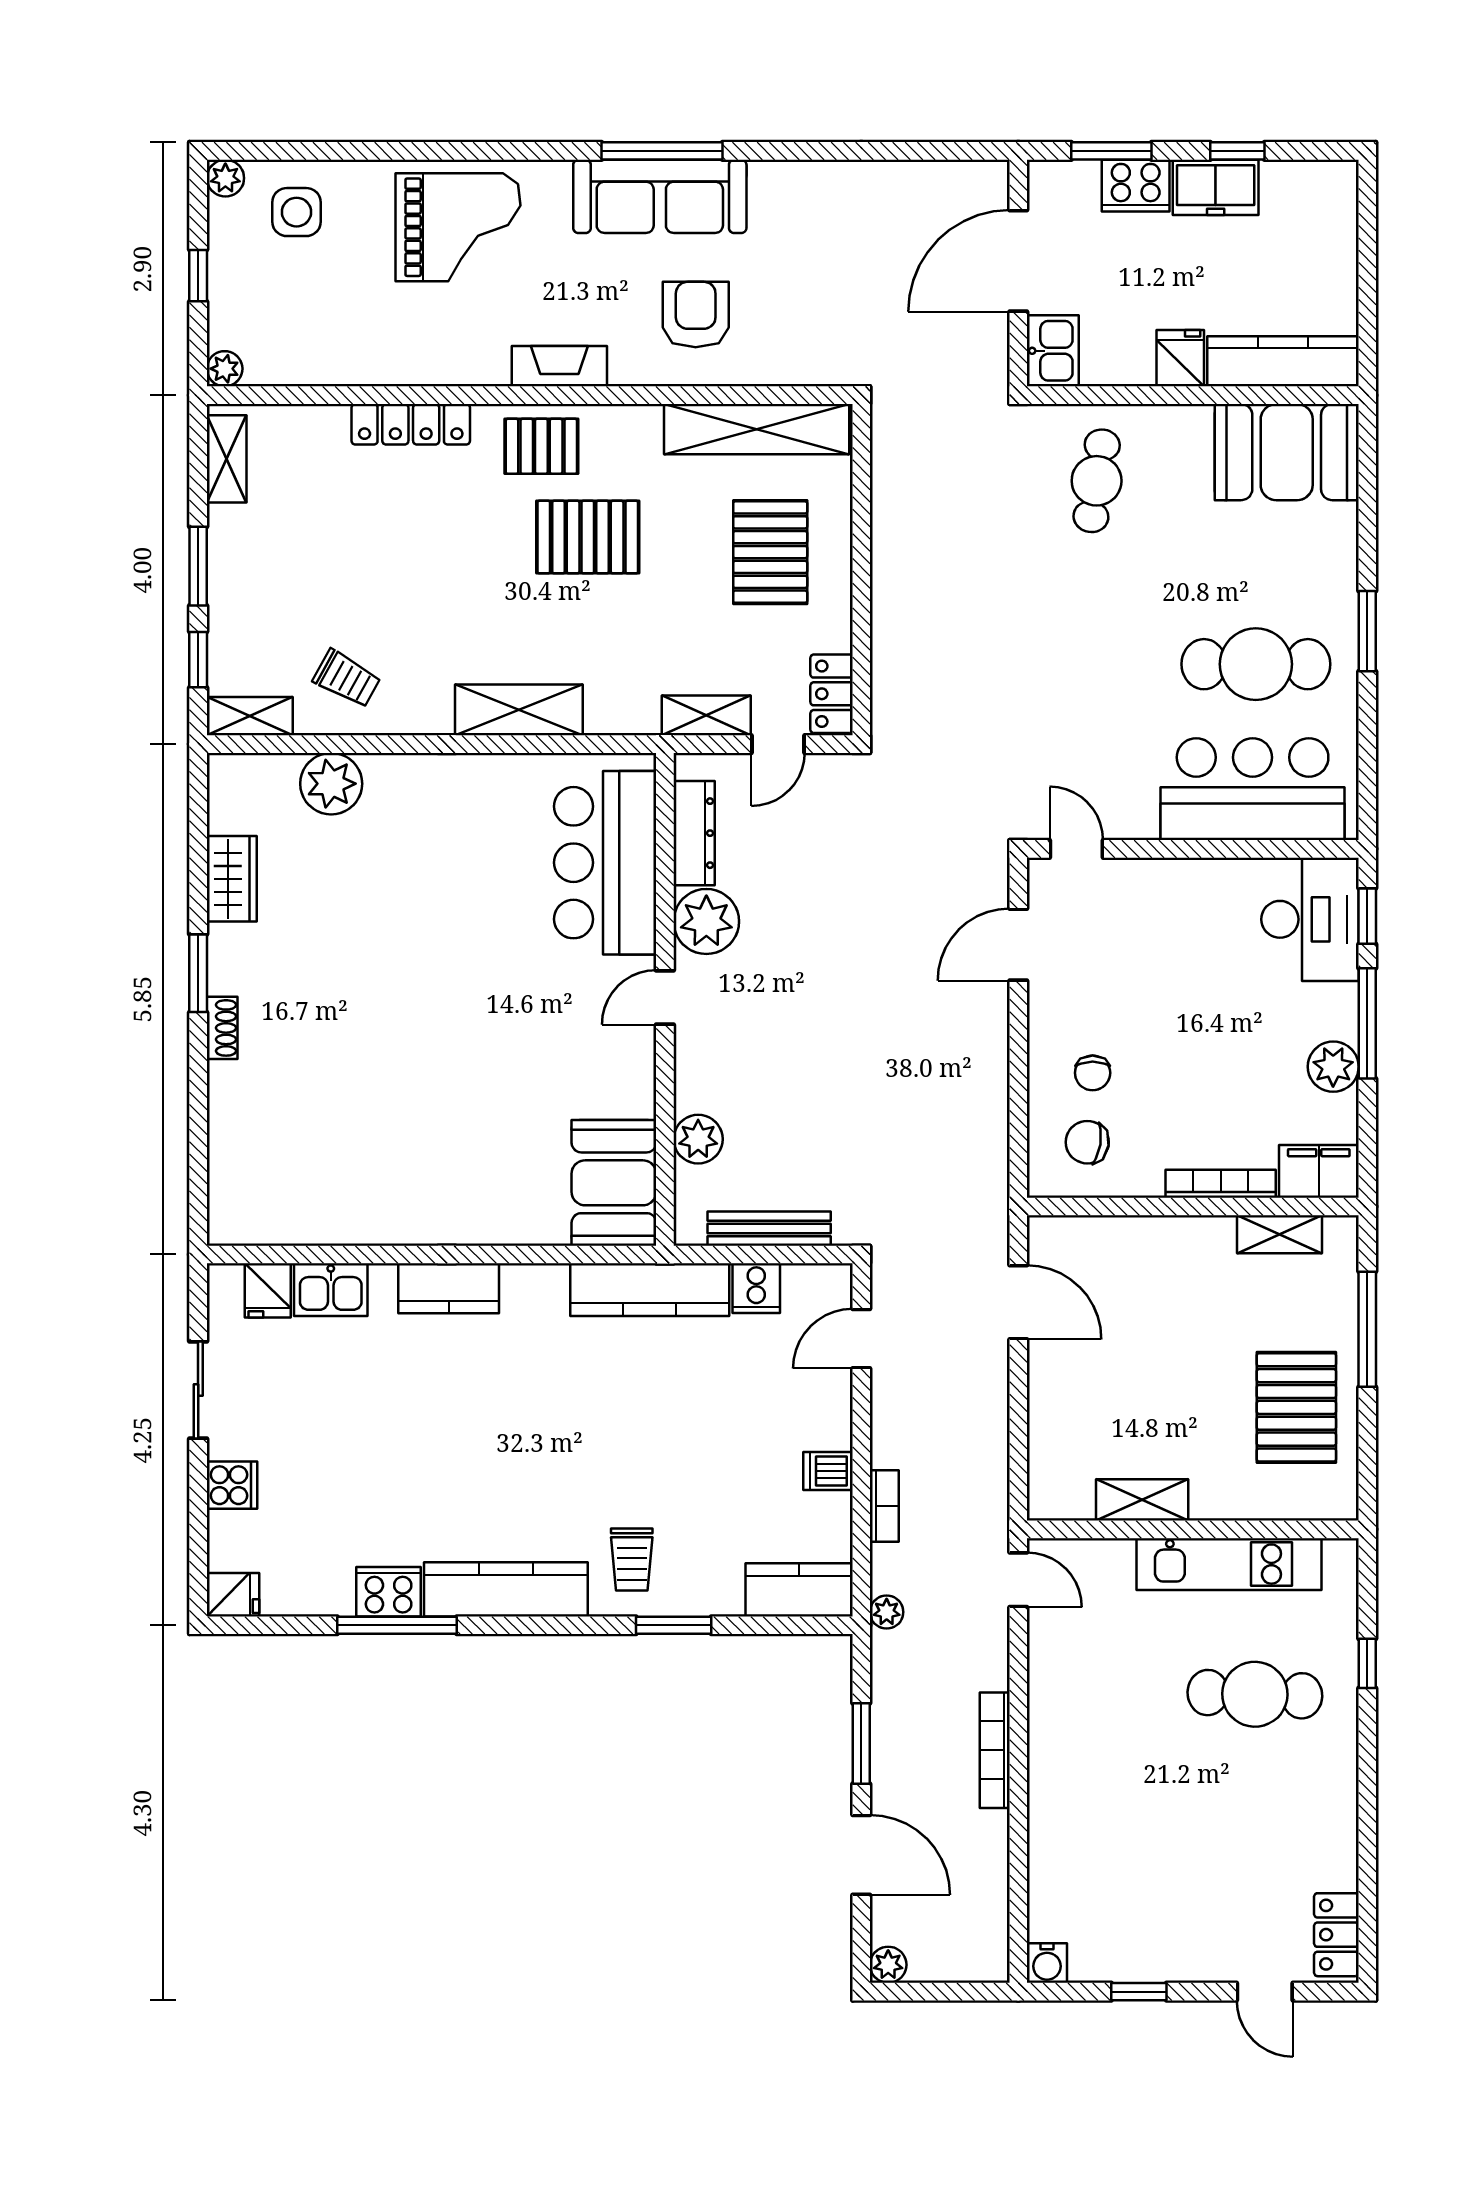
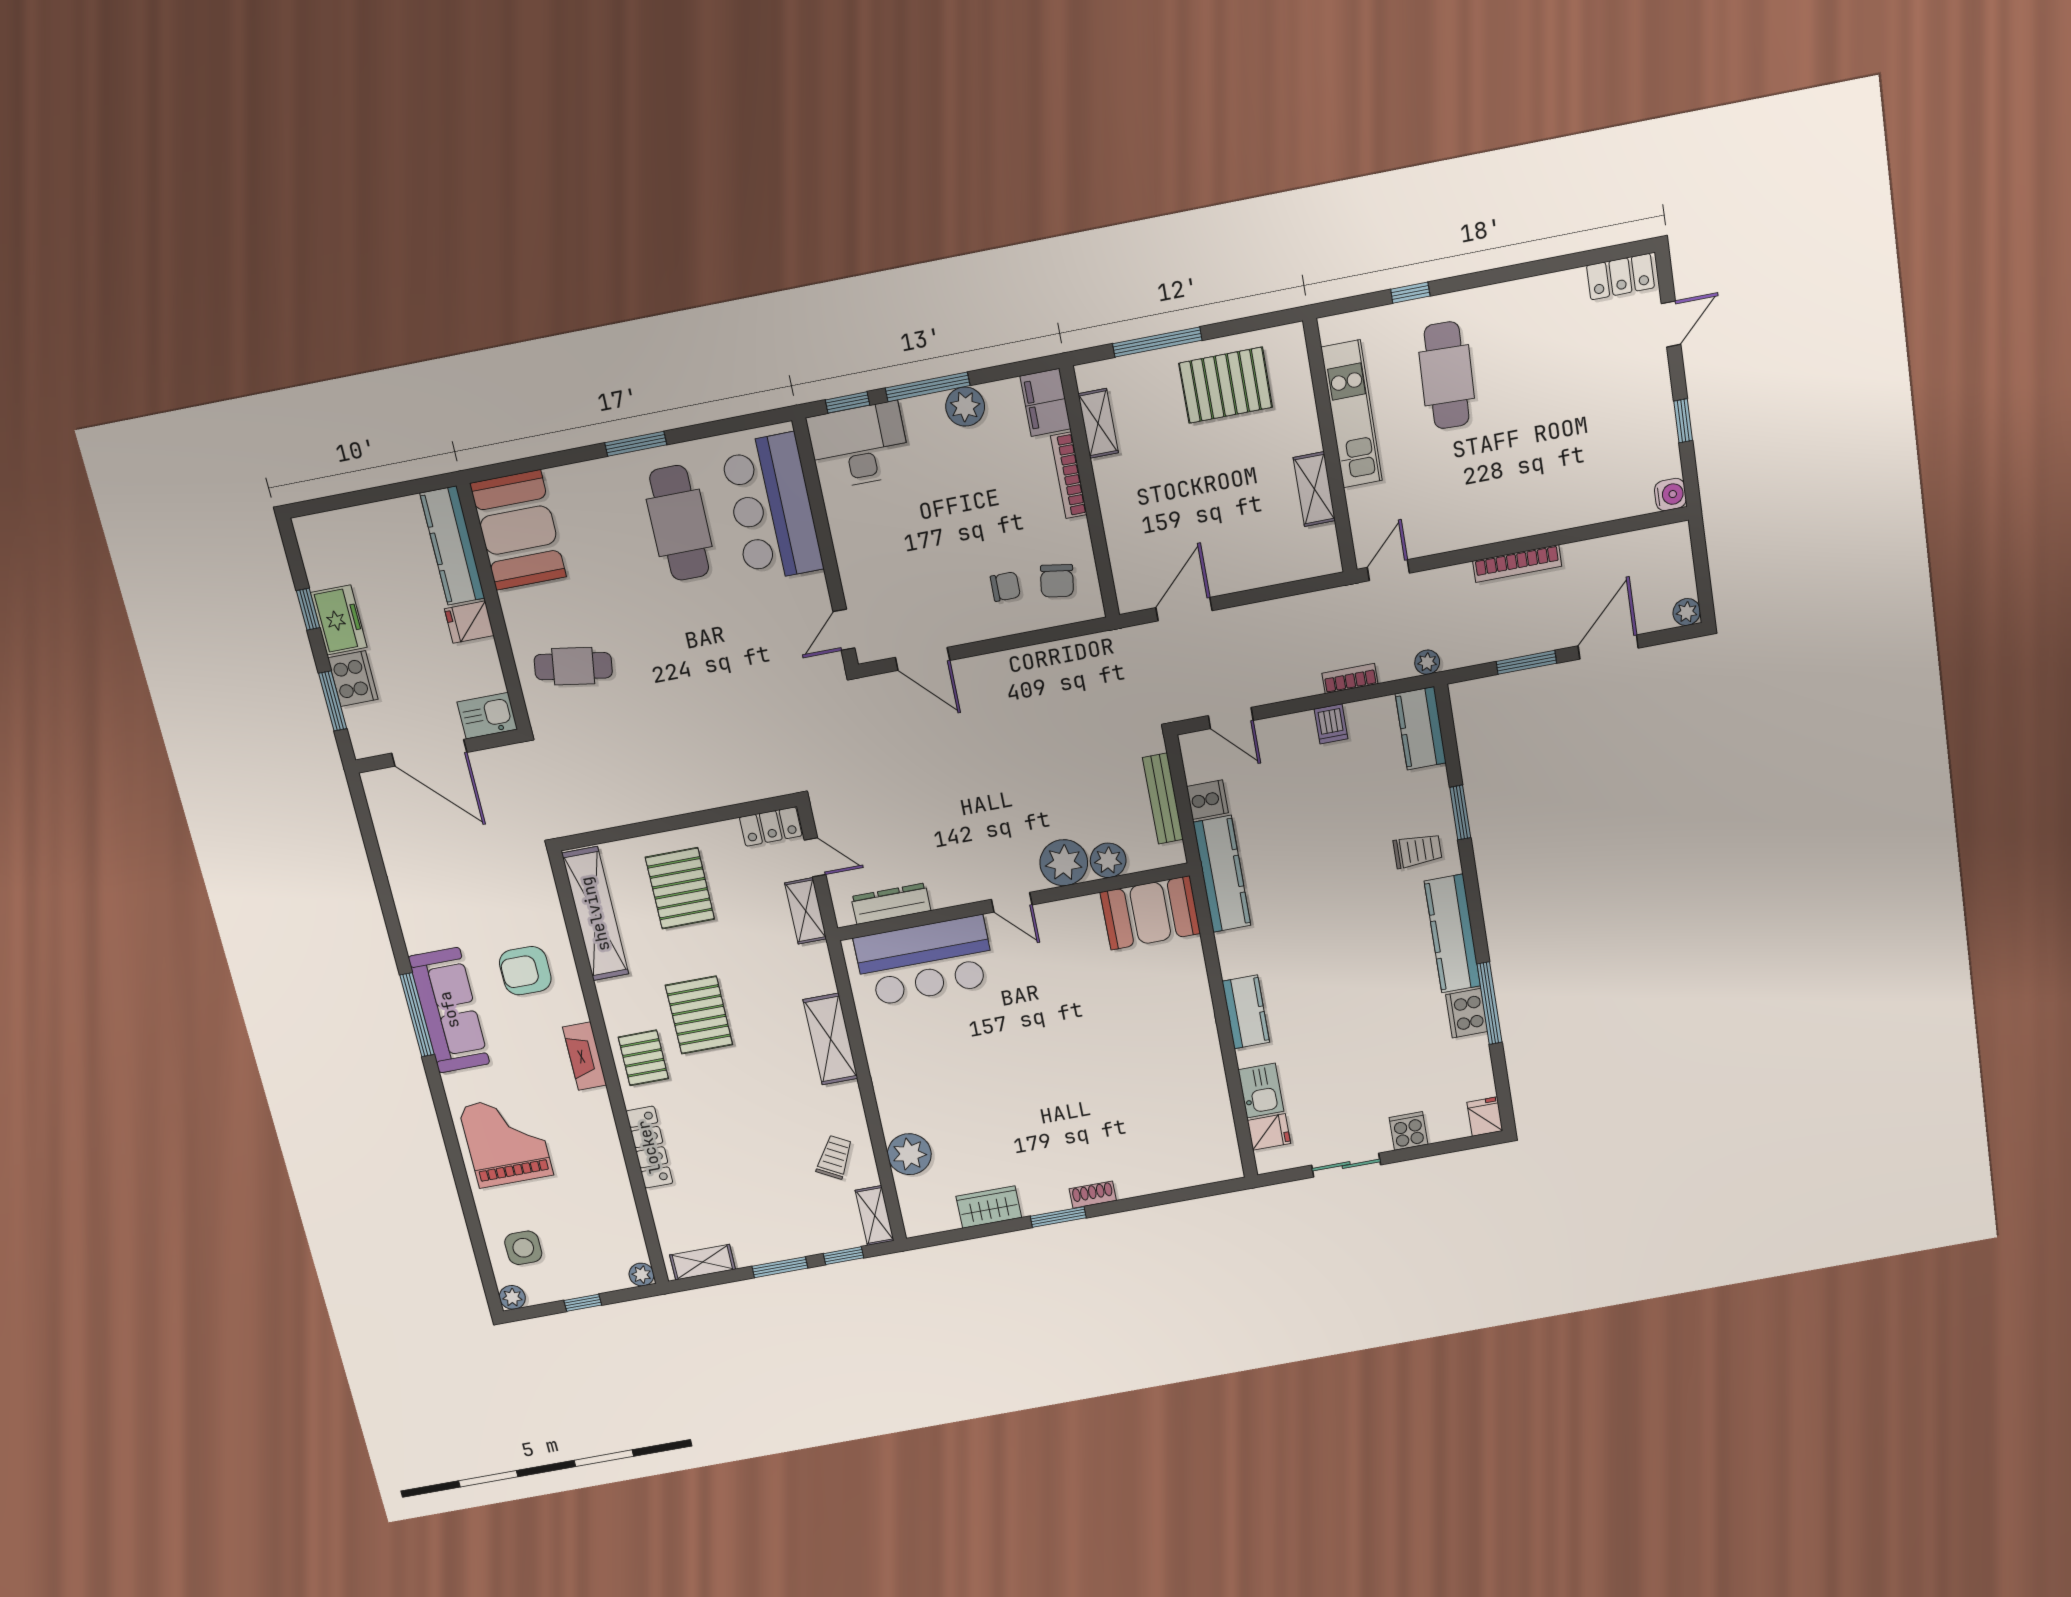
pallet: (770, 552) -> (680, 888), turned 90
plant: (706, 921) -> (1064, 863), moved

